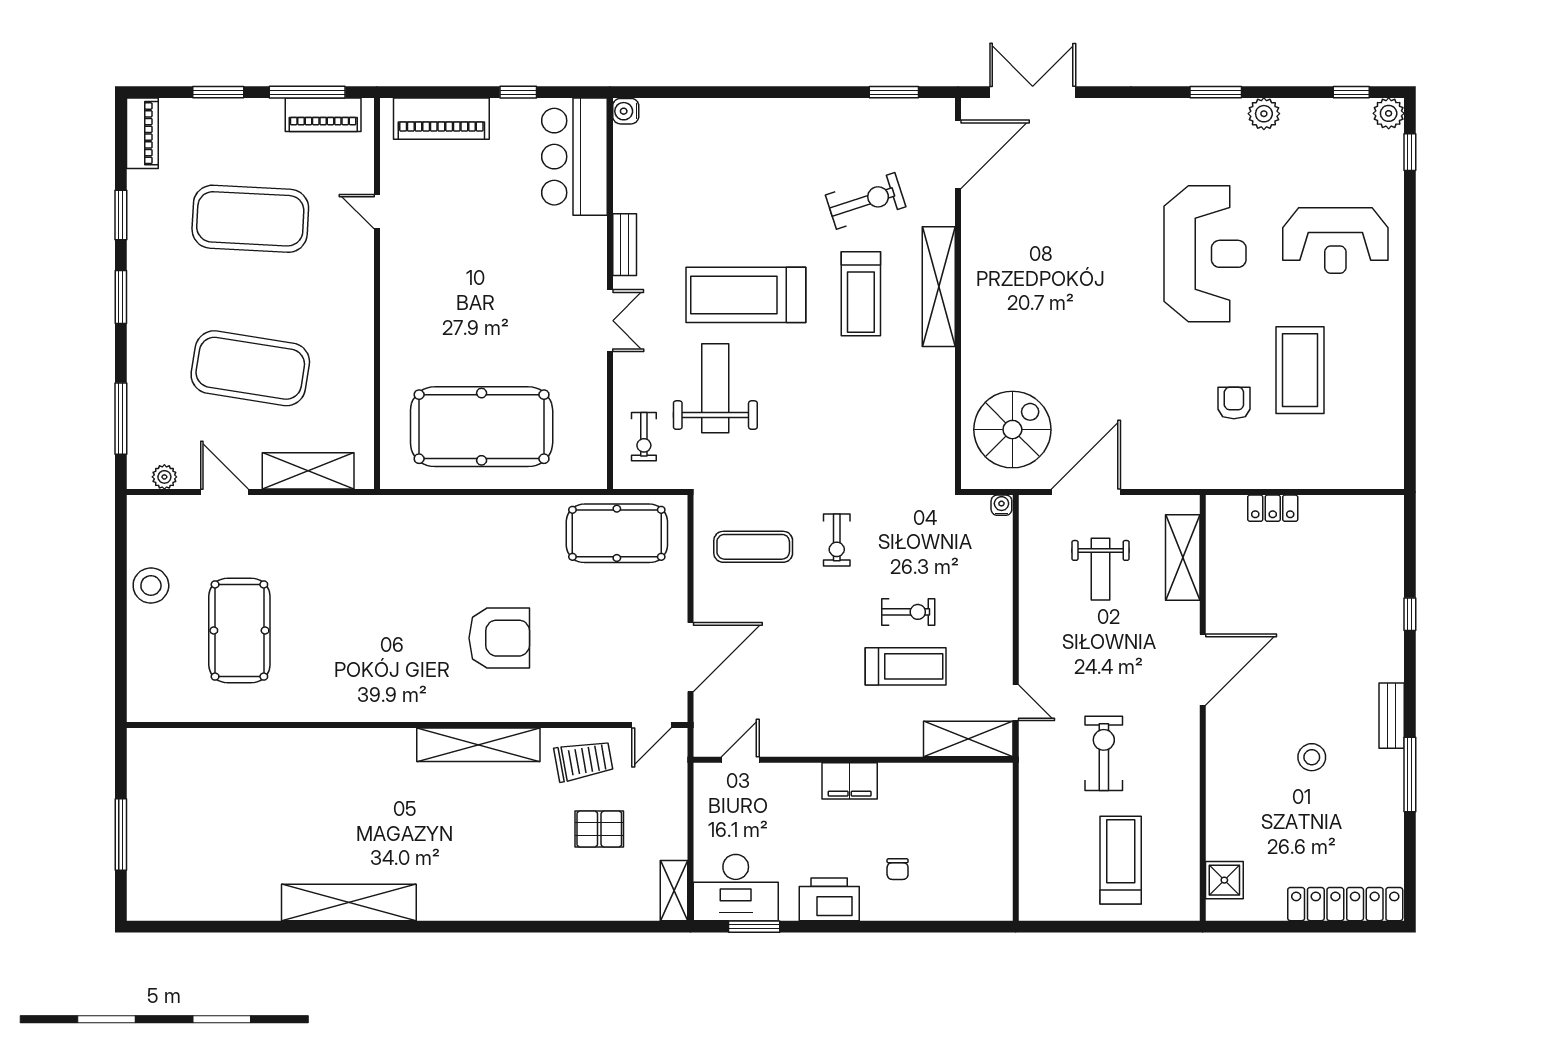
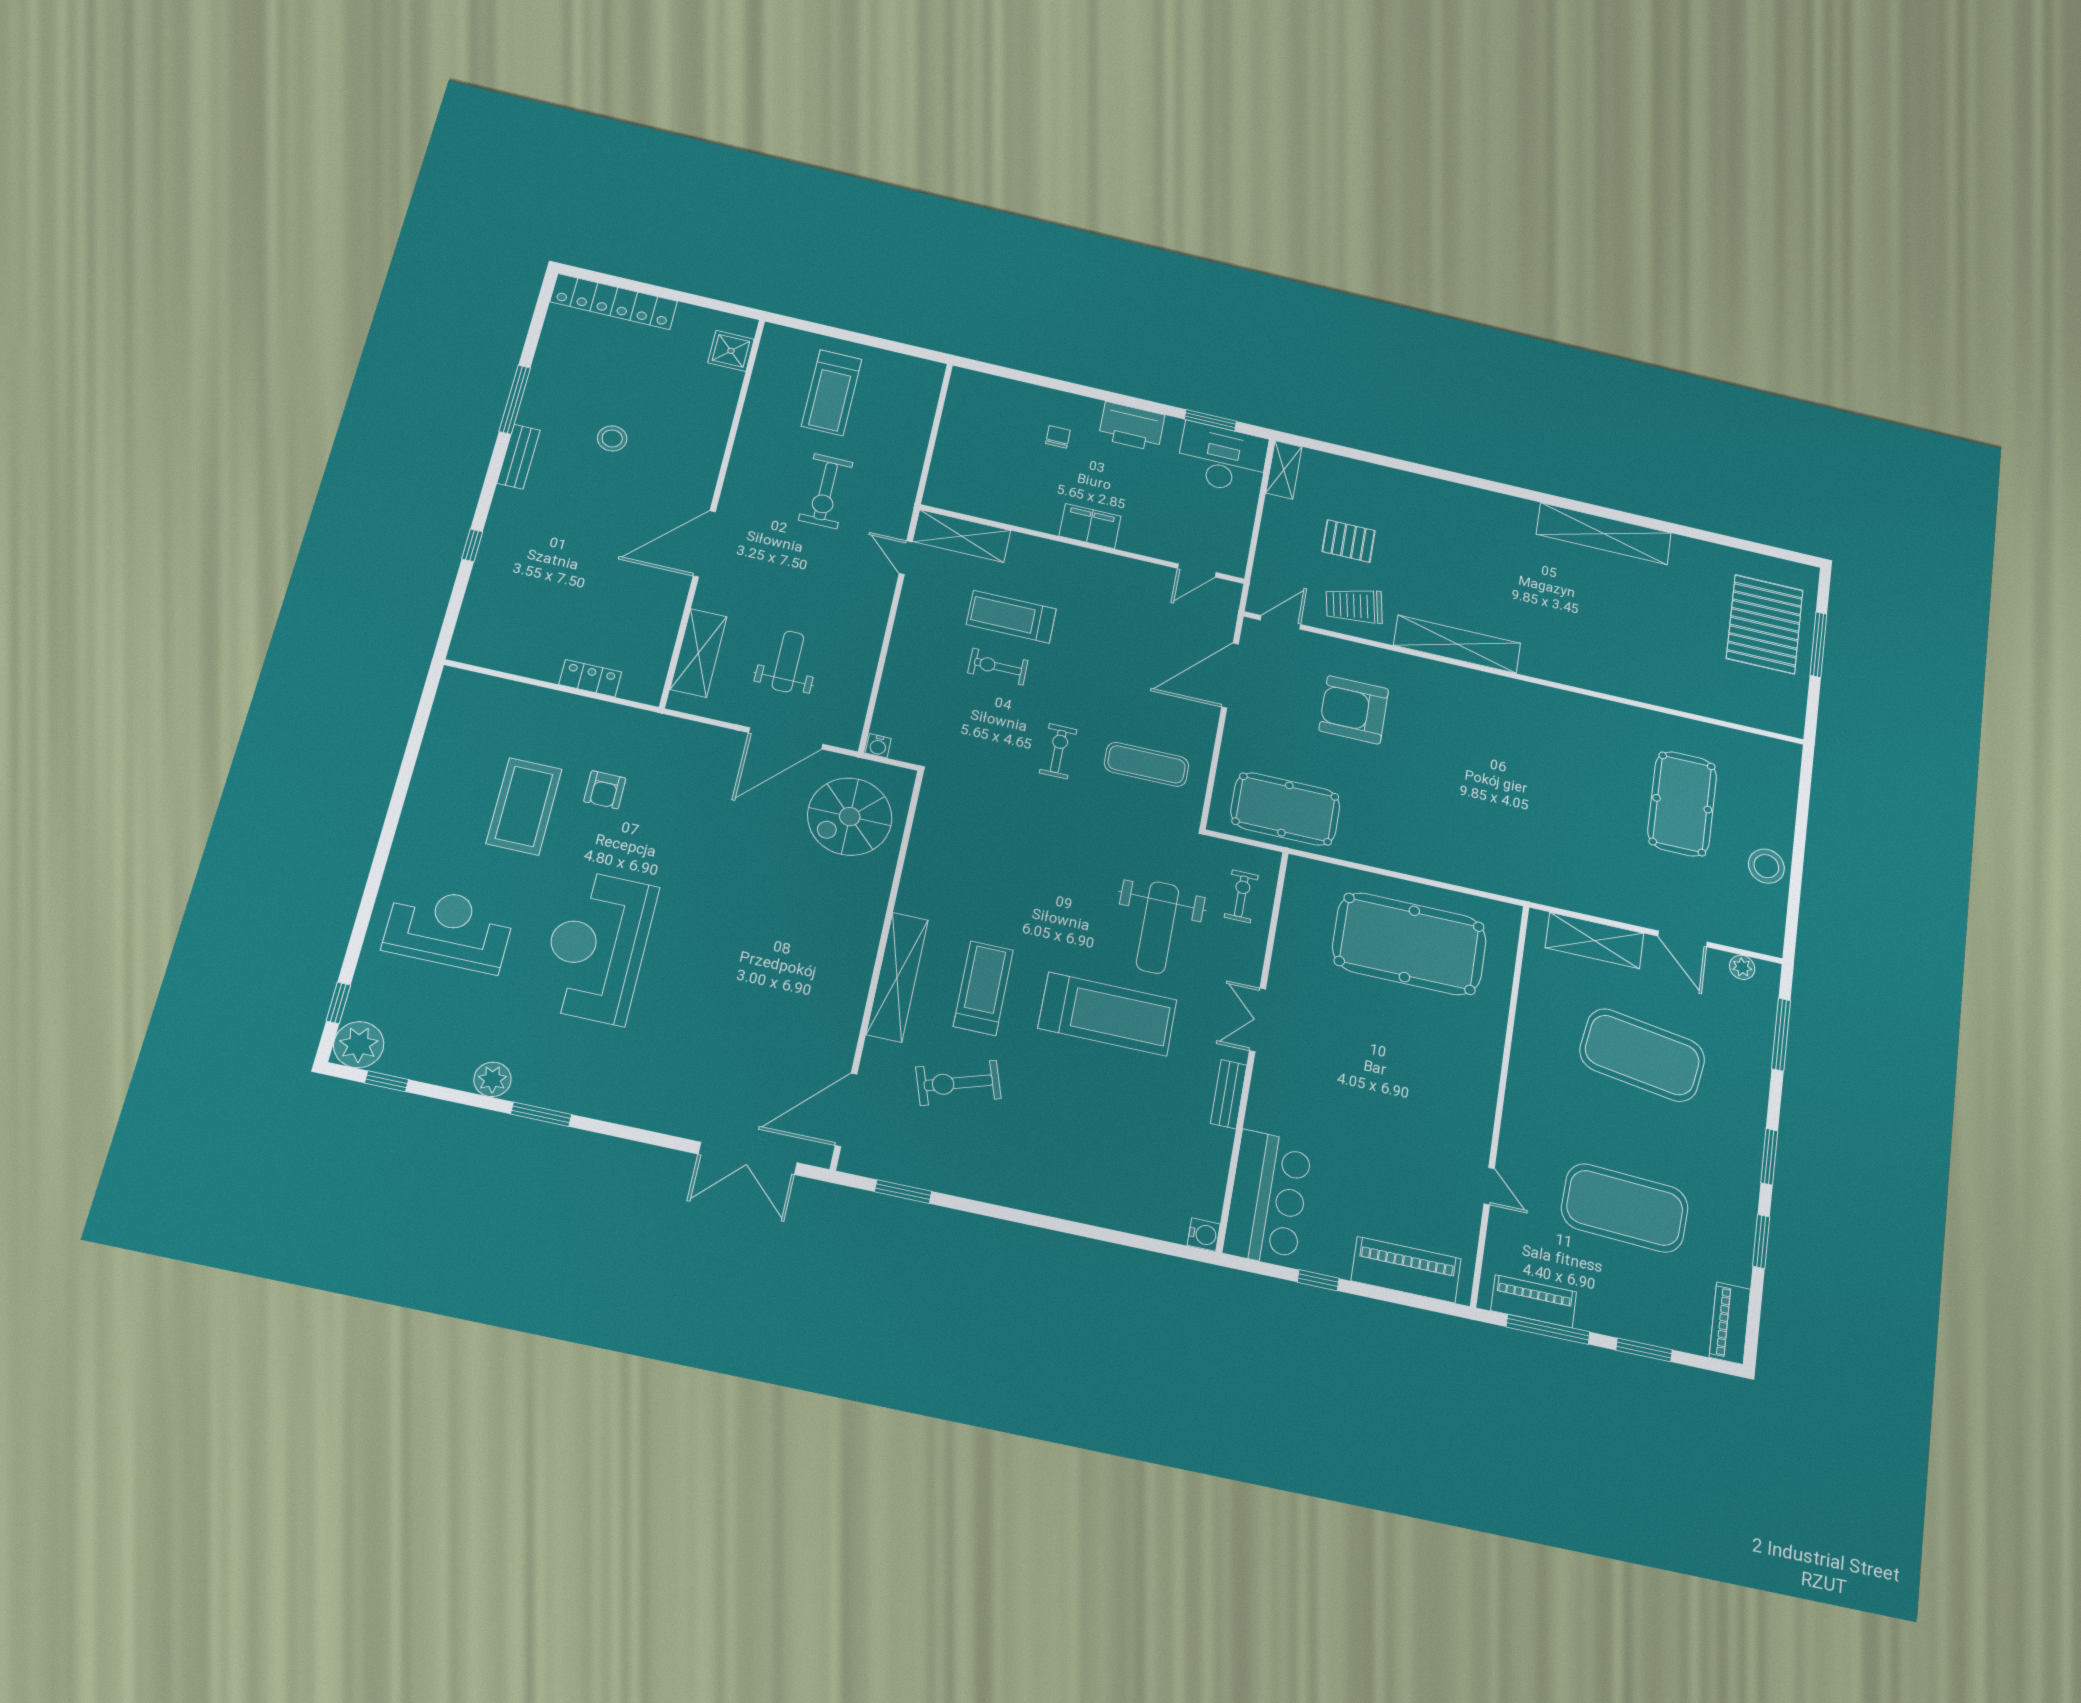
plant: (1389, 113) -> (359, 1045), width x1.36, depth x1.36
armchair: (499, 638) -> (1354, 710), moved
pallet: (177, 843) -> (1765, 624), added

